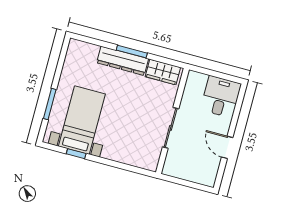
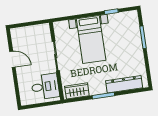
dresser: (123, 61) -> (124, 84), moved
desk: (221, 97) -> (45, 87), moved, turned -90
bed with nightstands: (82, 120) -> (91, 40), moved

